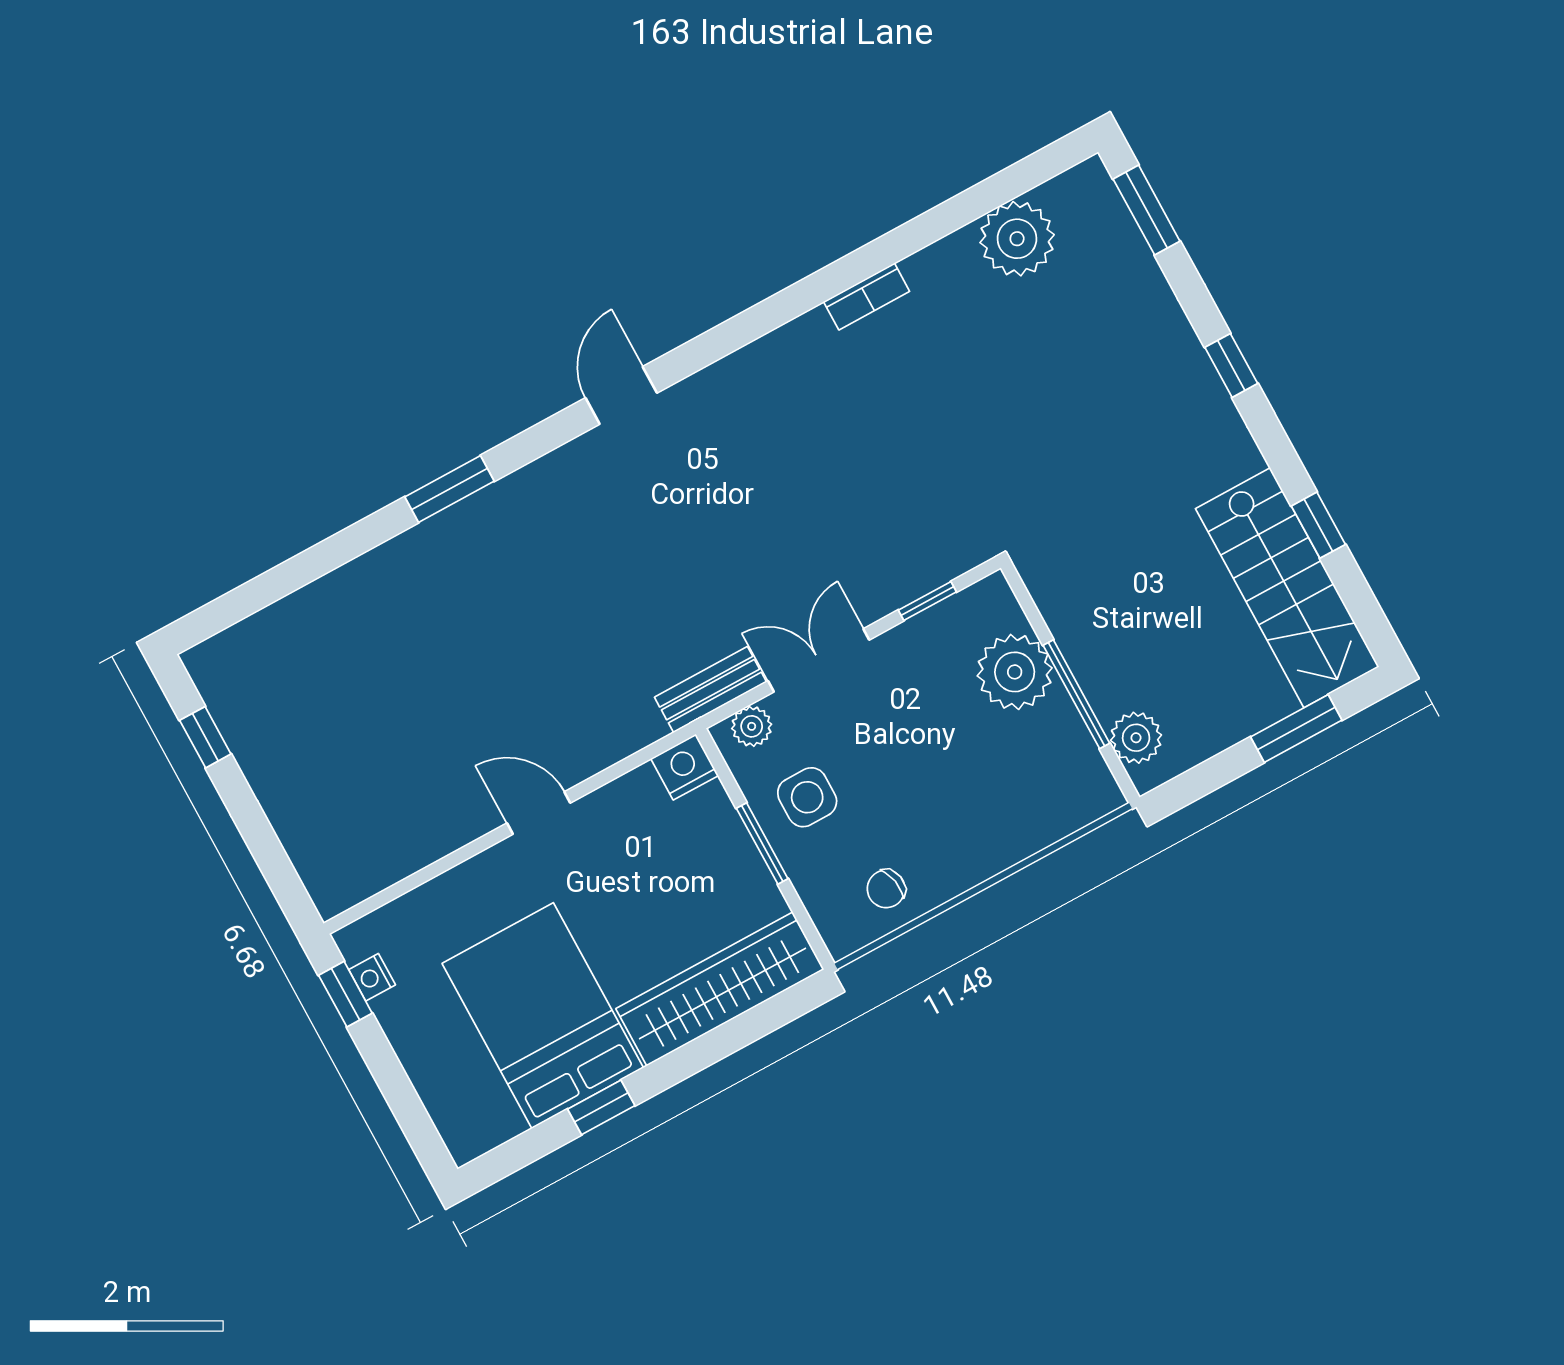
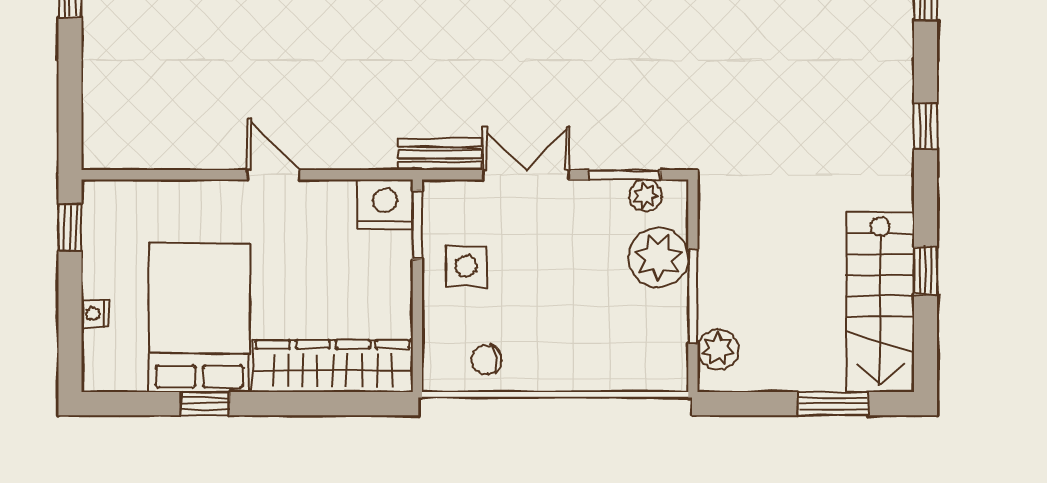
window: (927, 601) -> (624, 175), width x1.50
plant: (752, 726) -> (645, 195), moved
nightstand: (685, 767) -> (385, 204), width x1.36, depth x1.33
window: (762, 843) -> (417, 225), moved
nightstand: (372, 977) -> (95, 314), moved

